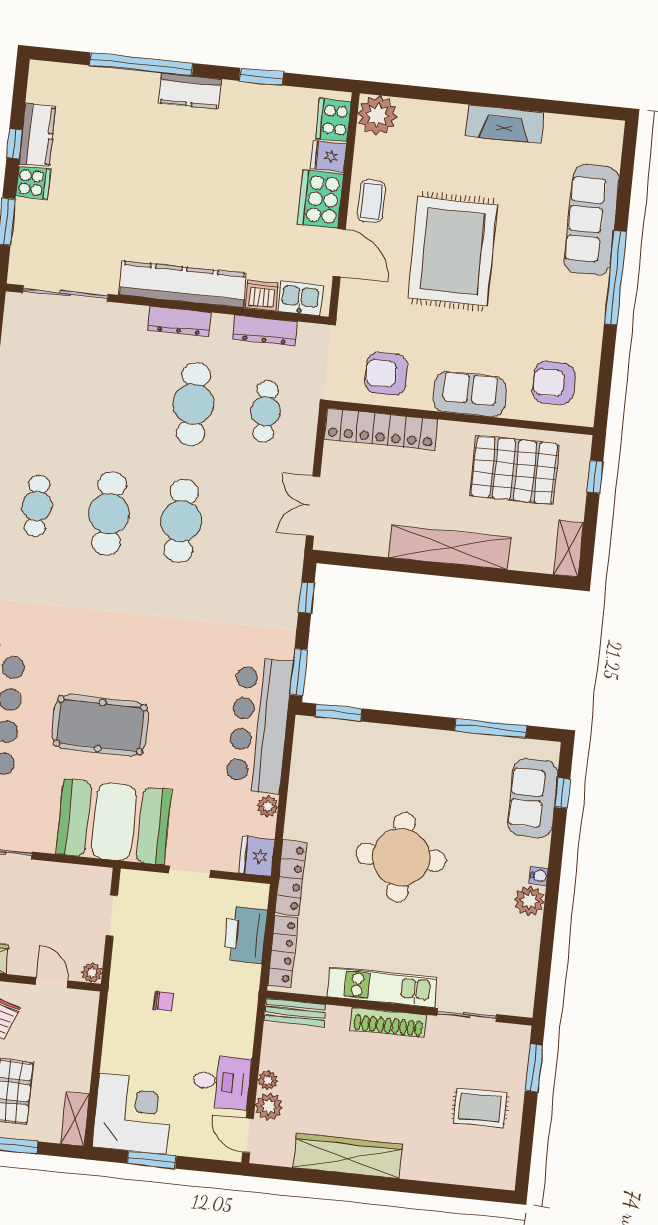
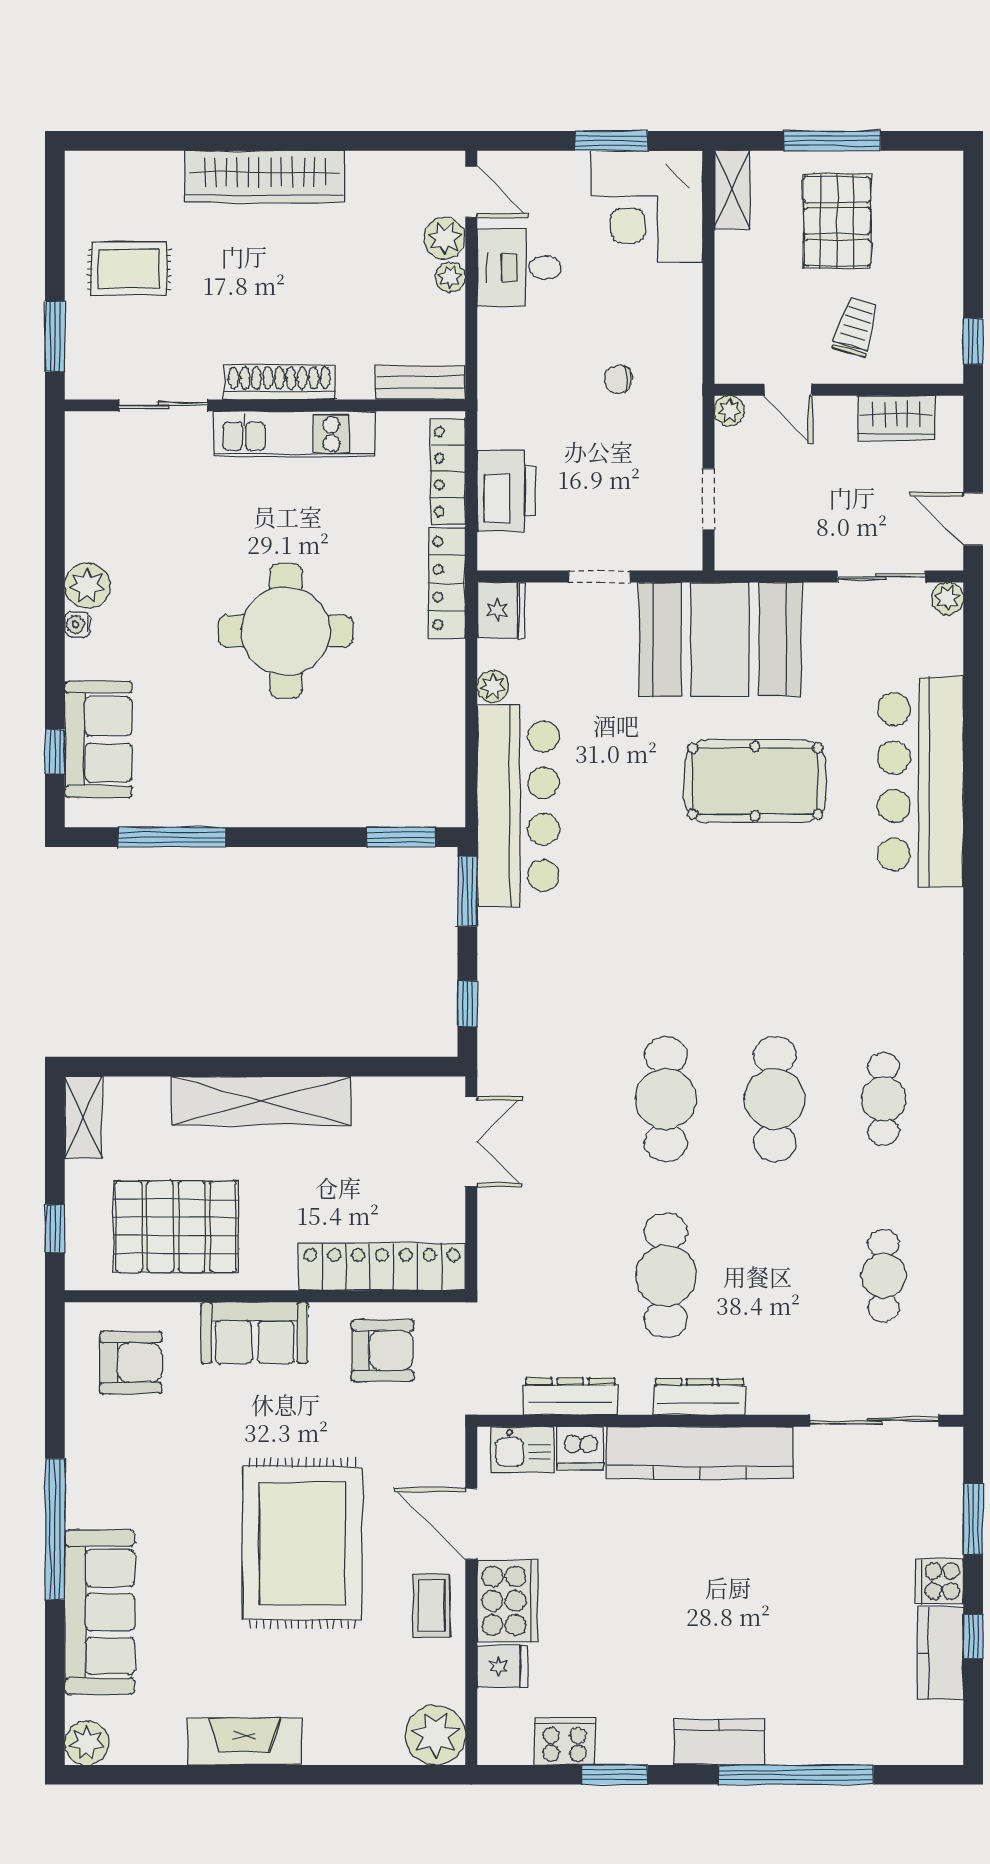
cooker: (333, 120) -> (565, 1741), moved, turned -90
plant: (609, 134) -> (87, 1743), added
cafe table: (266, 411) -> (884, 1276), moved
wardrobe: (348, 1156) -> (265, 176), moved

